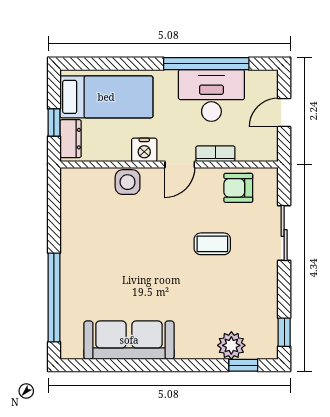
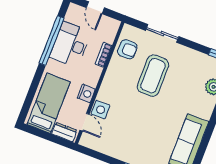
window: (54, 123) -> (52, 138), removed
door: (180, 164) -> (85, 122), moved
armchair: (238, 188) -> (127, 49), turned -90
coffee table: (212, 244) -> (153, 76), width x1.86, depth x1.72

